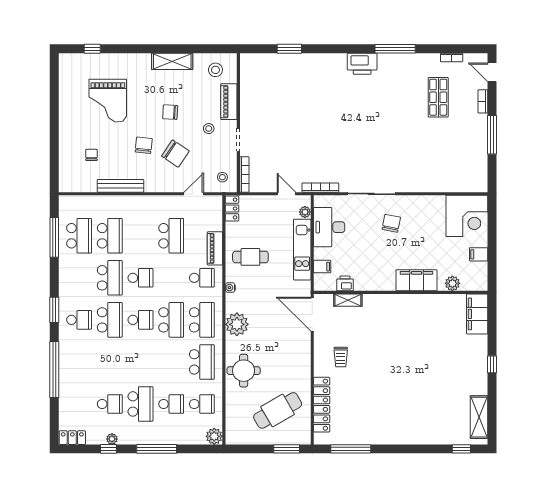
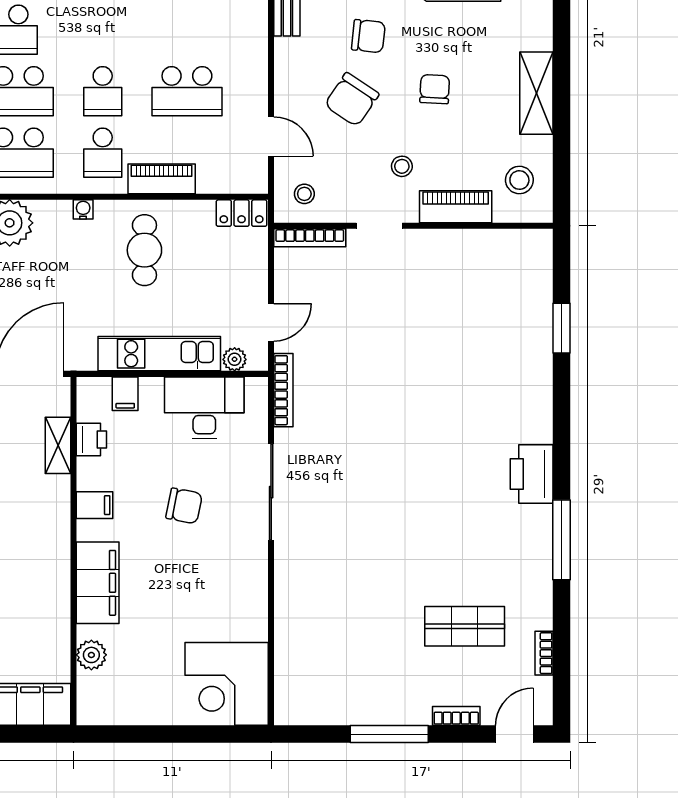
chair: (391, 223) -> (184, 506), moved
filing cabinet: (479, 254) -> (95, 505), moved, turned 90
school desk: (140, 278) -> (103, 91), moved

